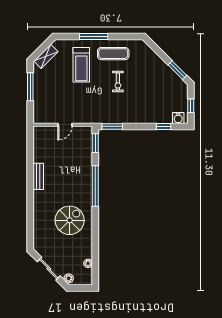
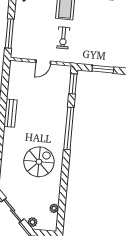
exercise bike: (118, 82) -> (63, 38), moved
window: (30, 87) -> (9, 33), moved
window: (112, 126) -> (103, 69), moved

